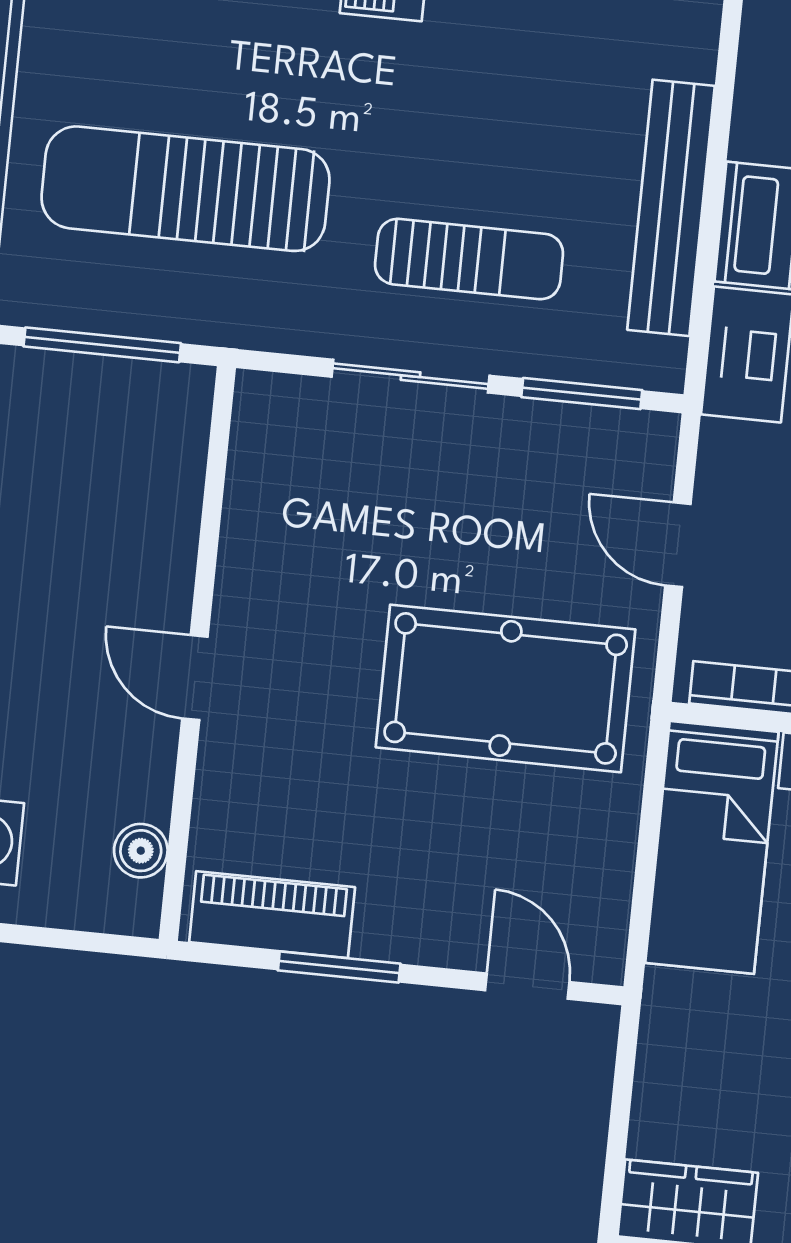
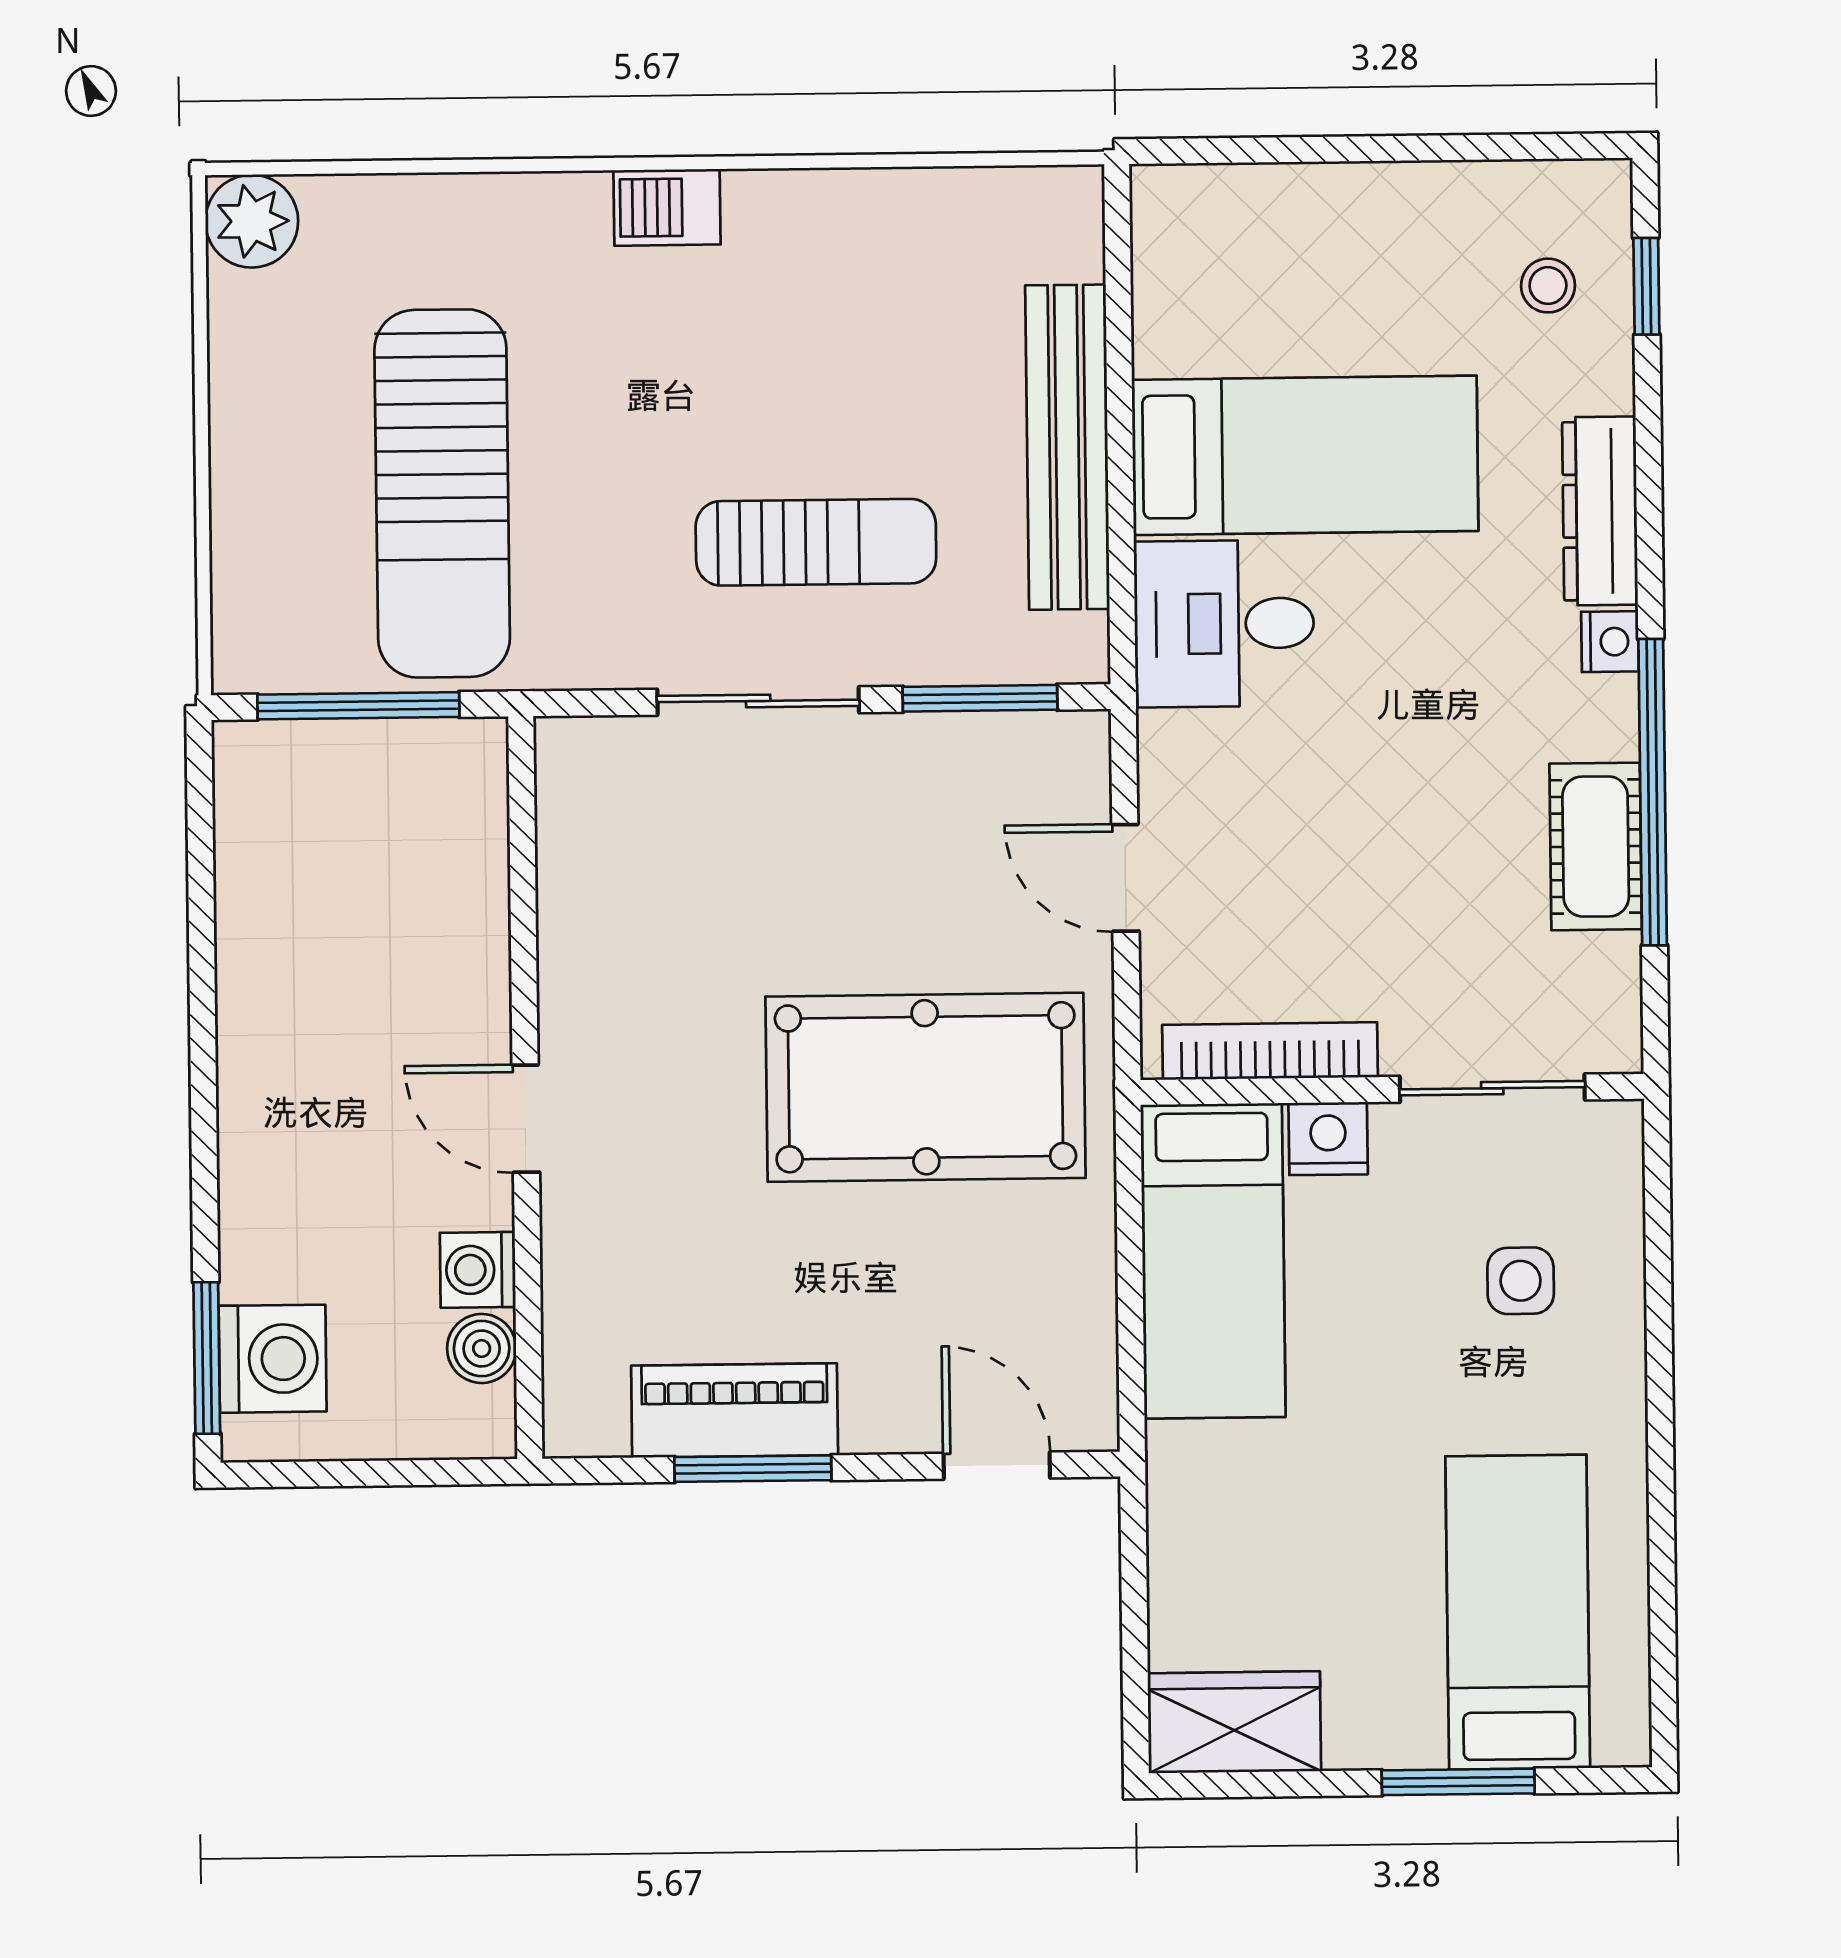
sun lounger: (185, 189) -> (442, 493), turned -90
washing machine: (145, 790) -> (478, 1270), added
piano: (272, 915) -> (735, 1410), moved

